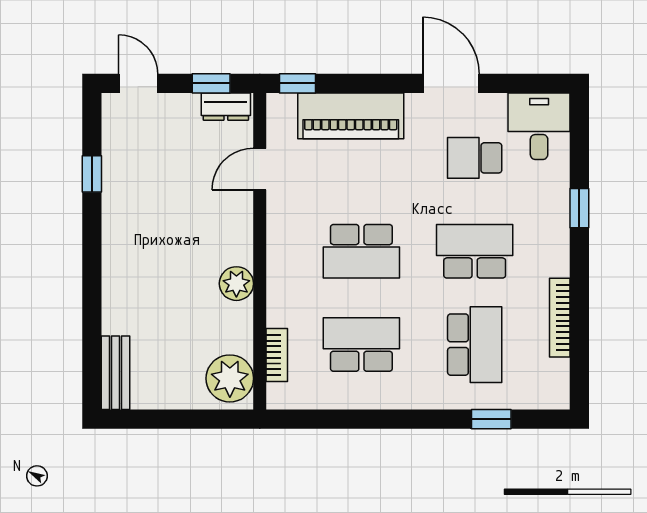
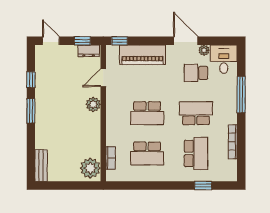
plant: (493, 105) -> (204, 50), added
window: (579, 208) -> (241, 95), width x2.17
window: (92, 246) -> (31, 111), added
plant: (236, 284) -> (93, 104), moved
school desk: (361, 345) -> (147, 153), turned 180

